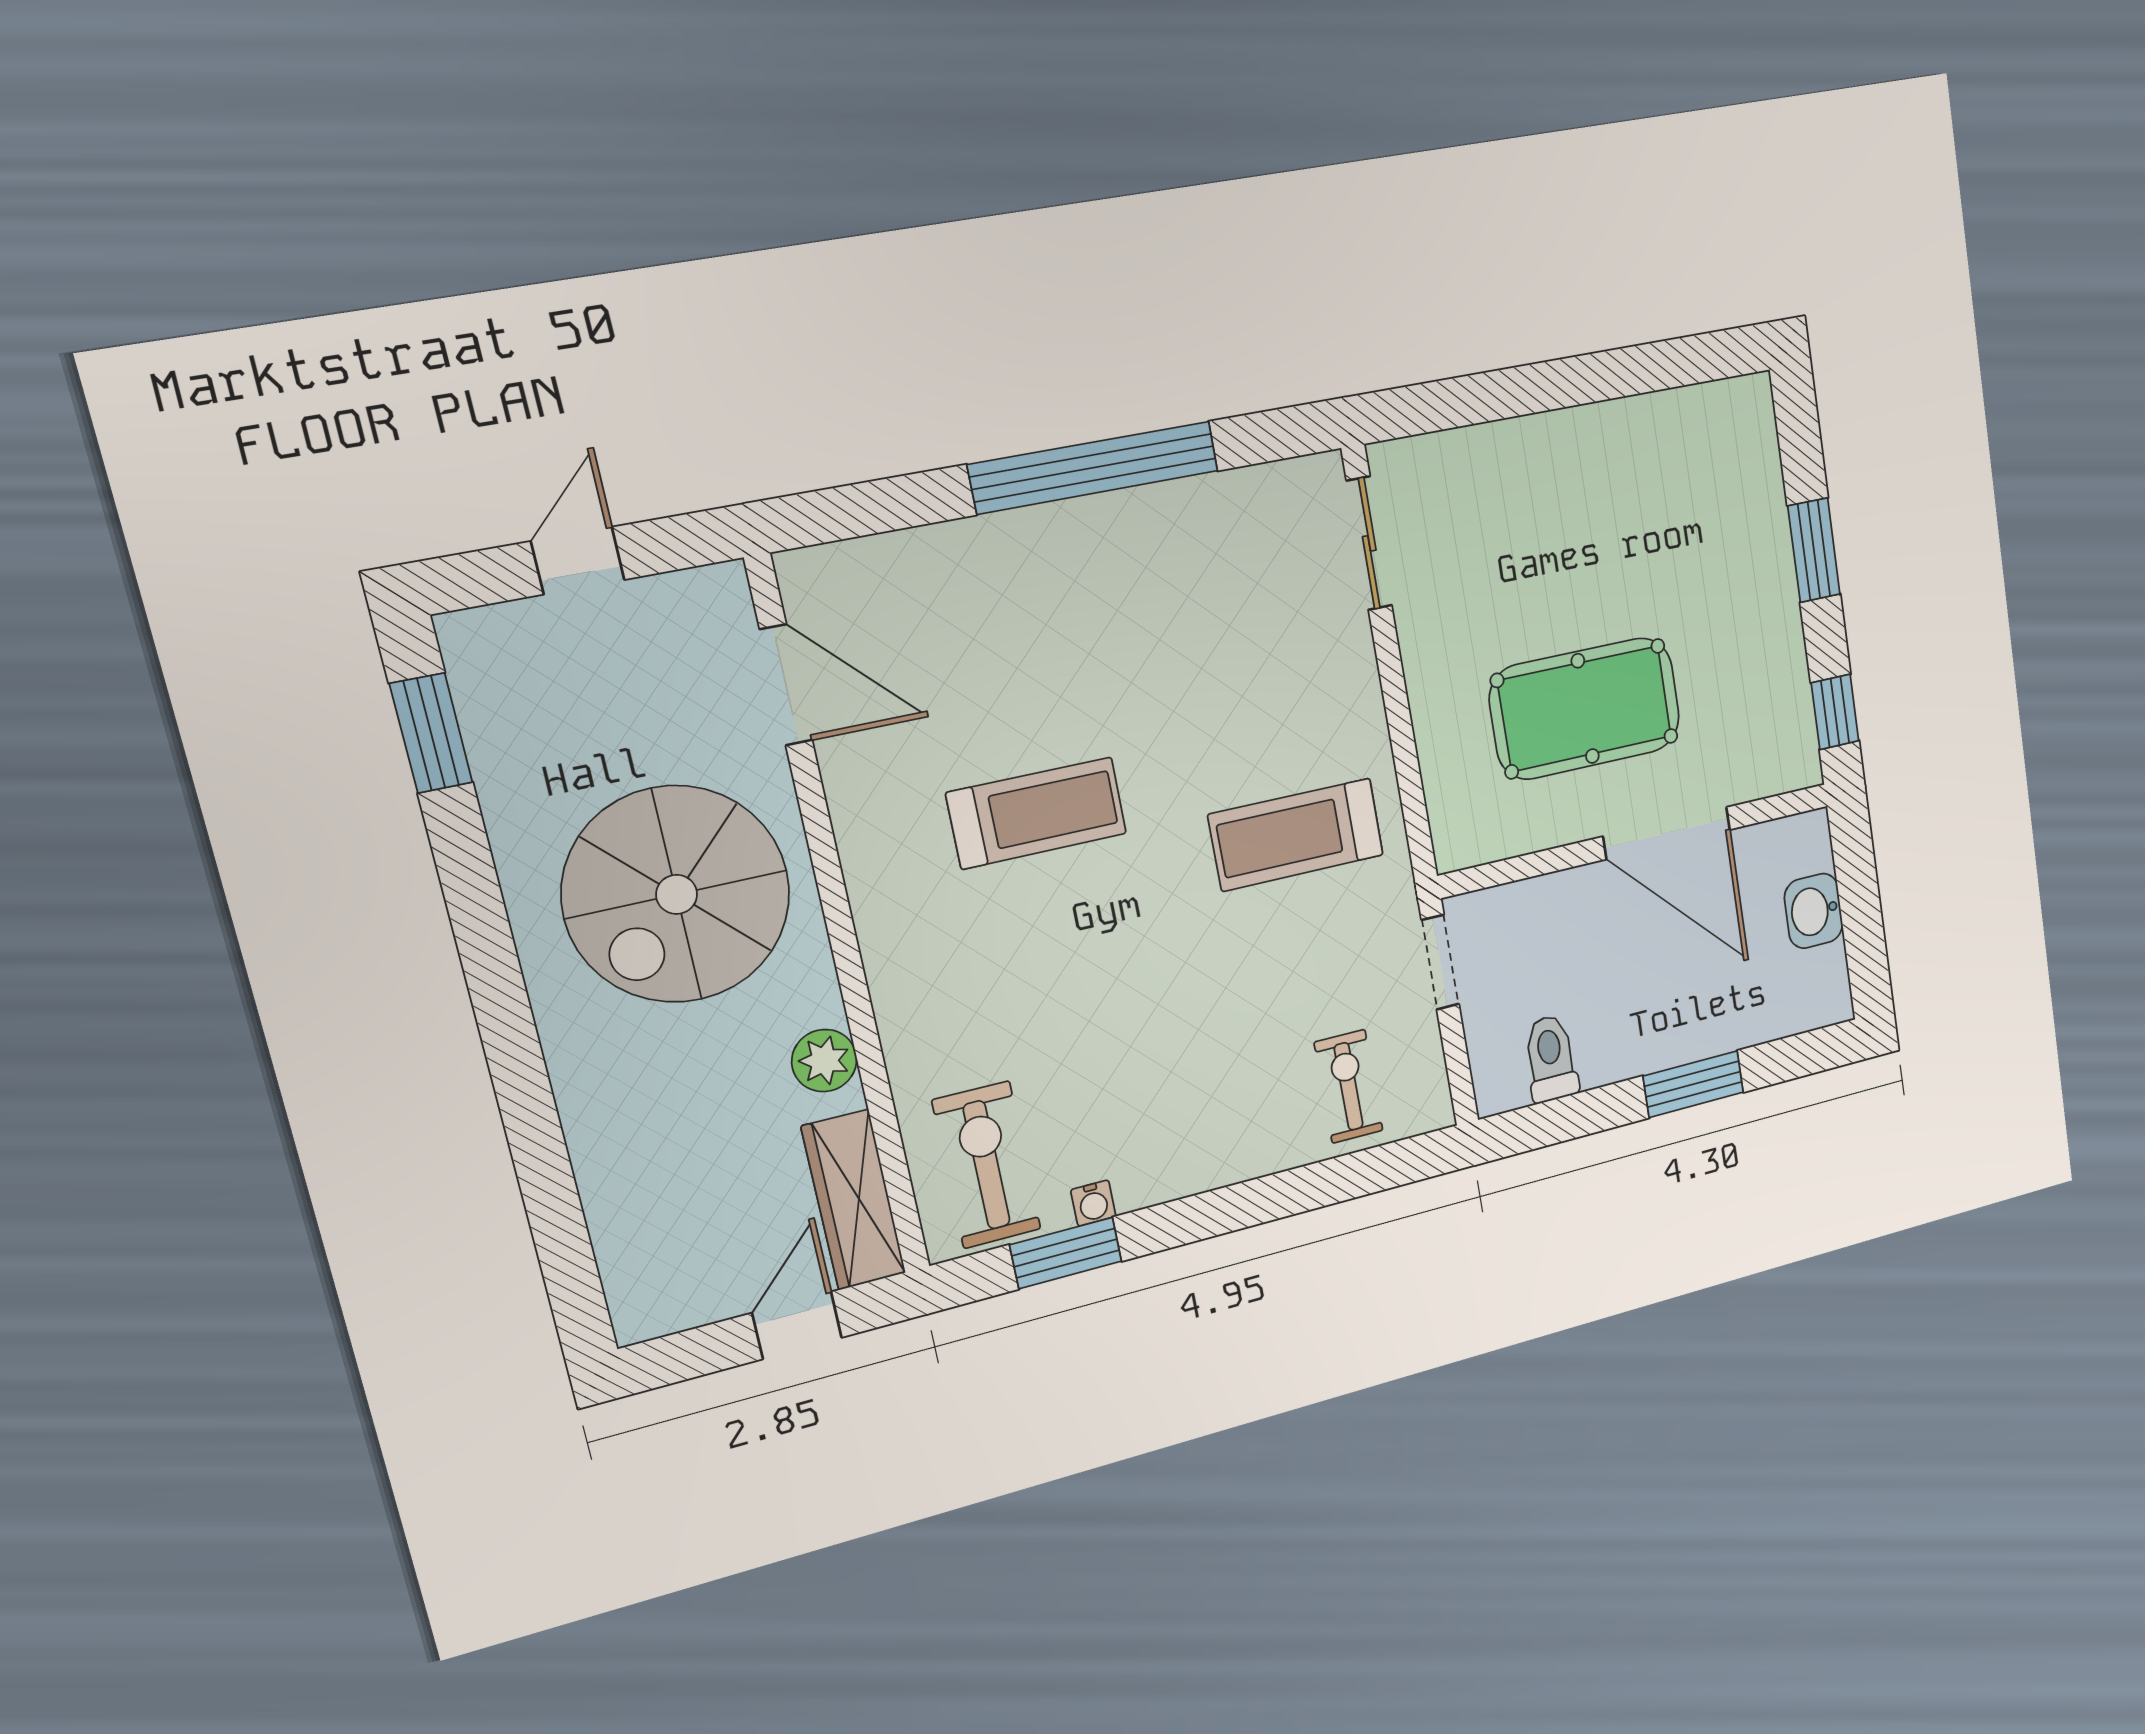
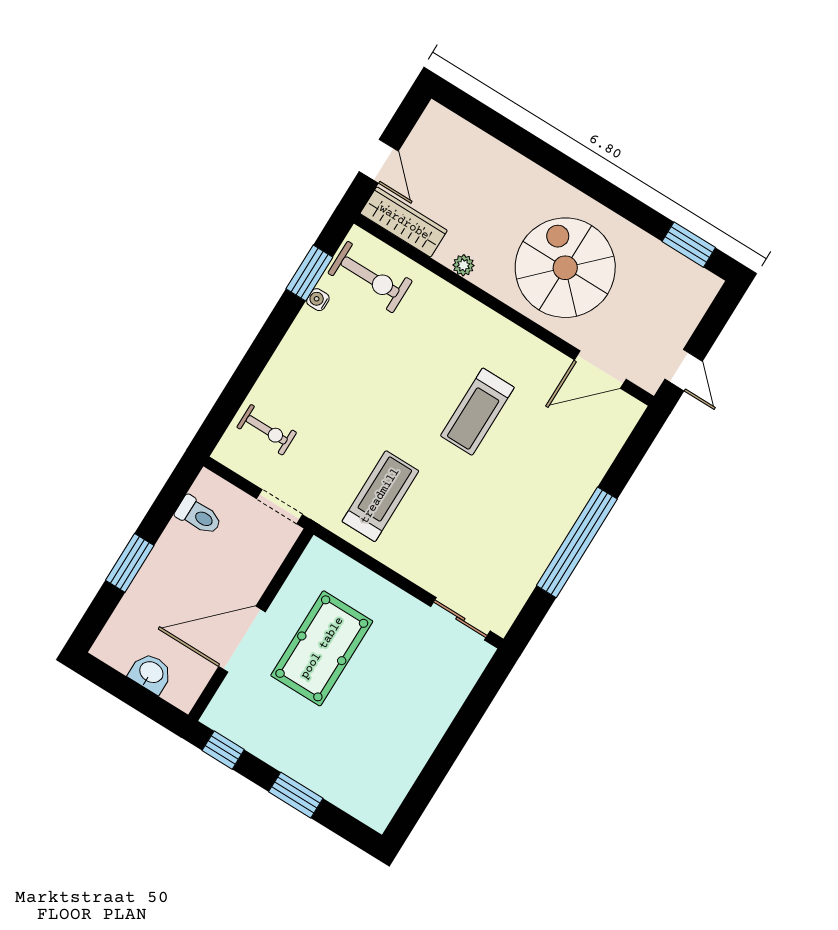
door: (578, 561) -> (684, 370), moved
plant: (824, 1061) -> (463, 265), width x0.73, depth x0.73

